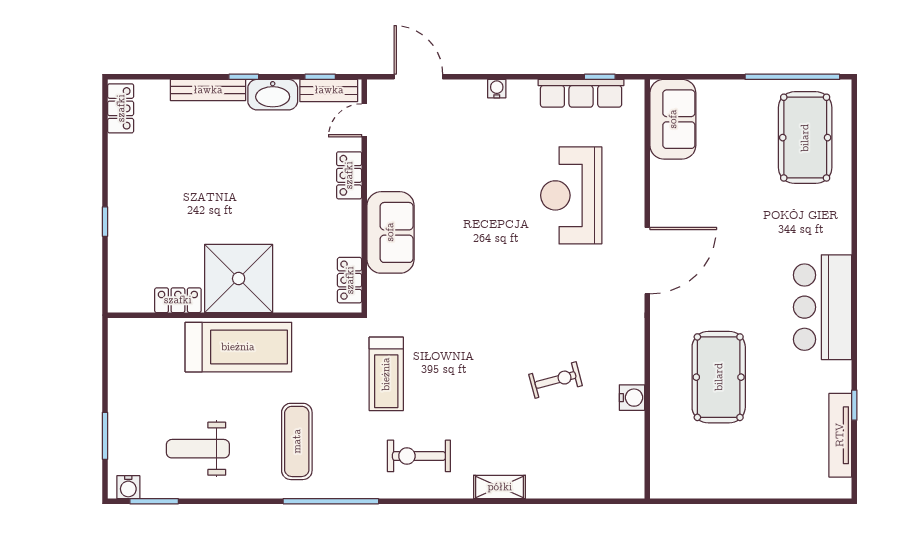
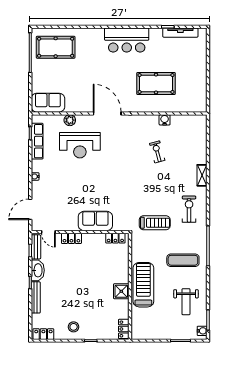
plant: (631, 171) -> (70, 120), added
stool: (138, 180) -> (74, 327), added
shower: (239, 279) -> (121, 291), width x0.54, depth x0.54
locker: (178, 300) -> (124, 329), moved
exercise bike: (419, 456) -> (189, 209), turned 180

